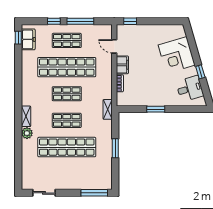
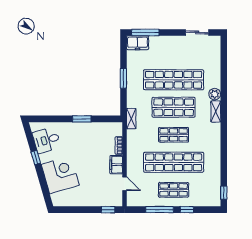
freezer: (28, 39) -> (138, 43), moved, turned -90
shop shelf: (67, 120) -> (174, 107), width x1.43, depth x1.36

